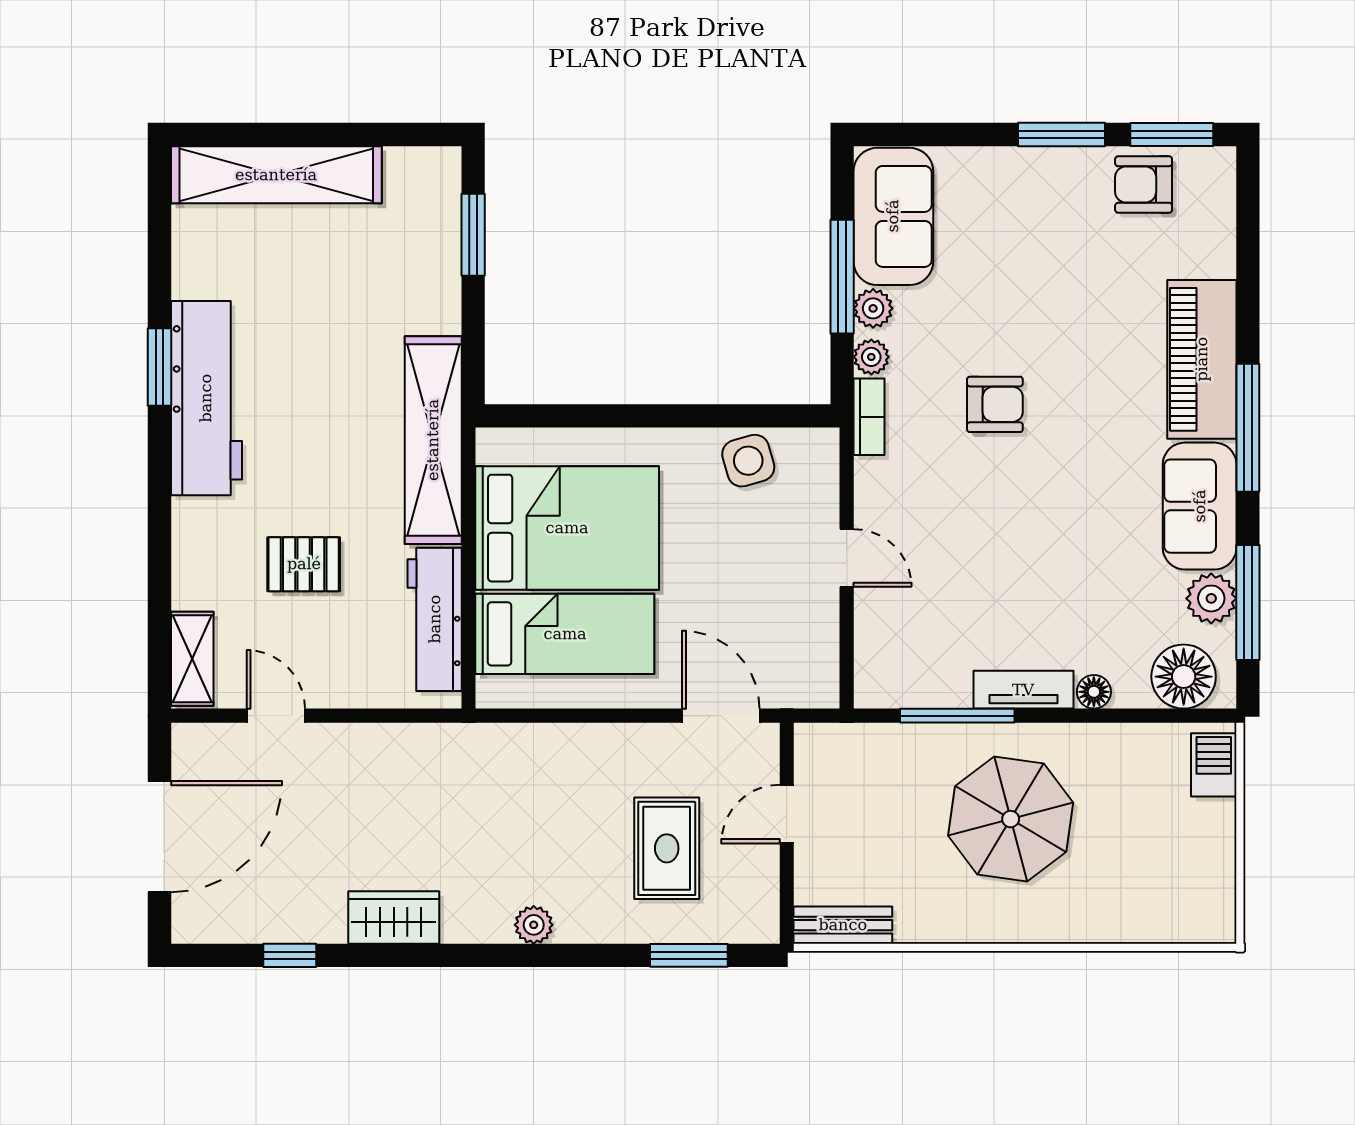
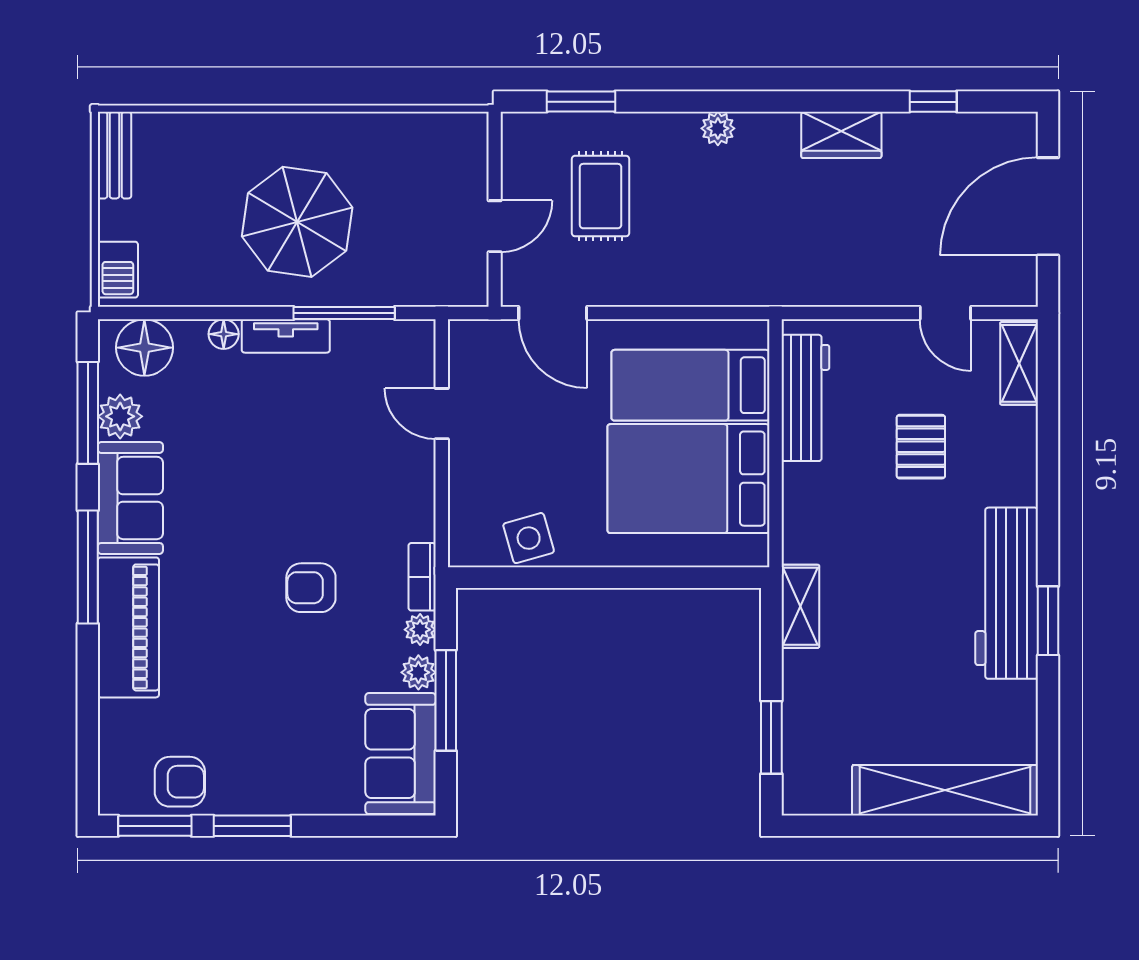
shelving: (433, 440) -> (800, 606), width x0.45, depth x0.75
door: (847, 558) -> (442, 414), moved
pallet: (304, 564) -> (921, 447), turned 90
bench: (843, 925) -> (115, 155), moved, turned 90

